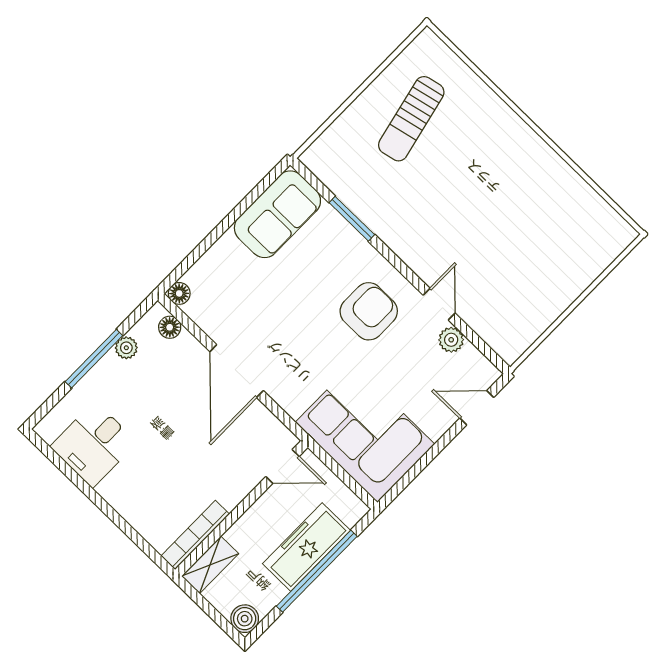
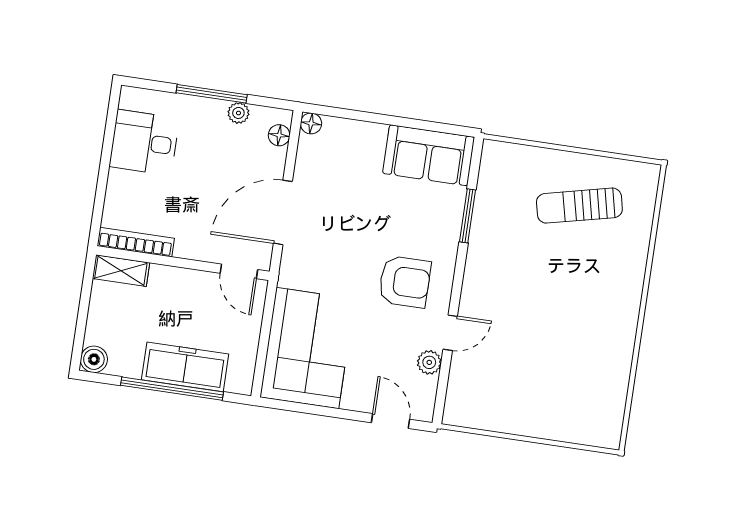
door: (282, 467) -> (239, 271), moved
wall: (241, 508) -> (183, 263), moved
bookcase: (195, 535) -> (136, 242), moved
shelving: (210, 565) -> (121, 271), moved

